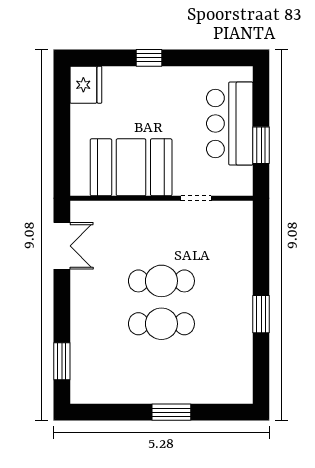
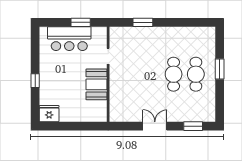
booth: (131, 167) -> (96, 84), width x0.73, depth x0.70
double door: (62, 246) -> (155, 126), moved
cafe table: (161, 281) -> (196, 74), moved
window: (261, 314) -> (143, 22), moved

